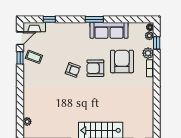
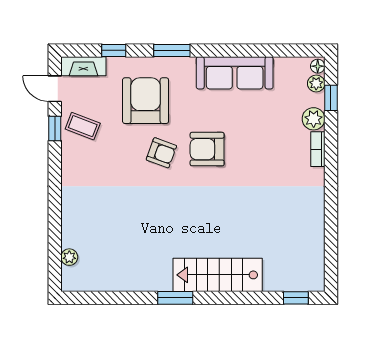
window: (94, 19) -> (172, 50), moved
door: (20, 38) -> (55, 89), swing flipped
armchair: (122, 61) -> (146, 101), moved

